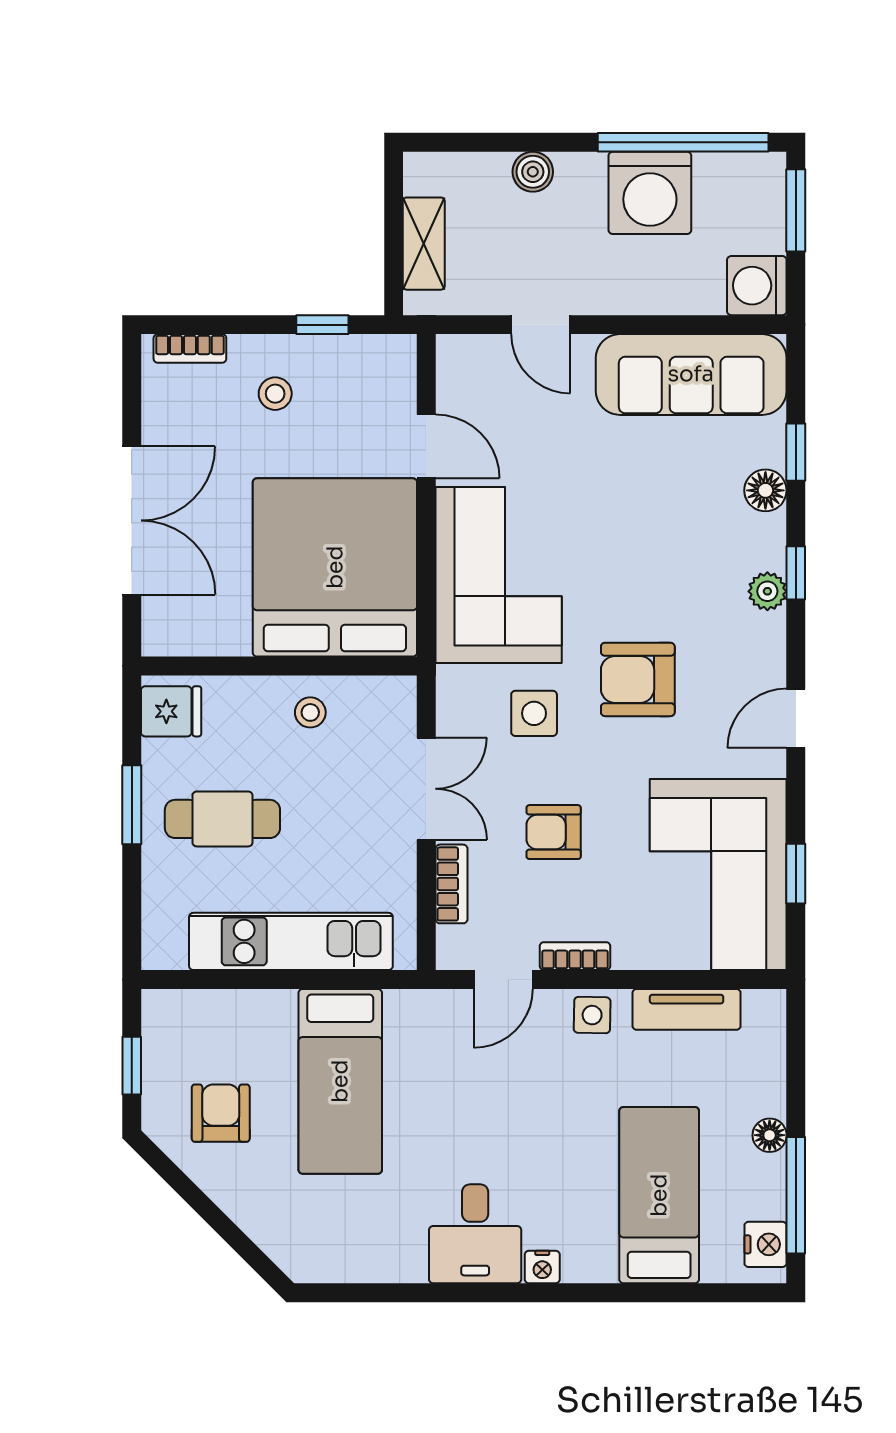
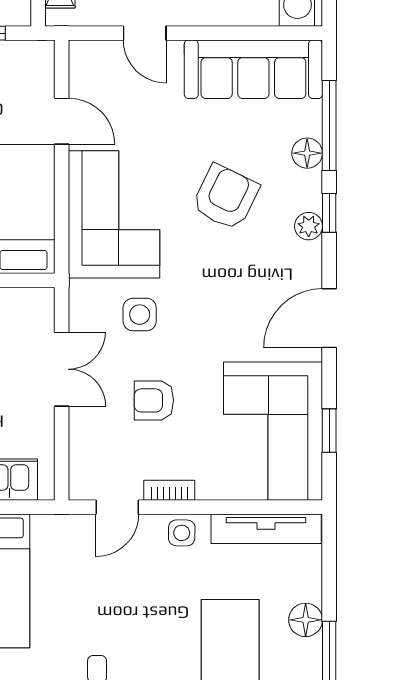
window: (796, 452) -> (329, 125), width x2.17
armchair: (638, 679) -> (226, 197), moved, turned 116
door: (796, 718) -> (329, 318), width x1.38
bookcase: (452, 884) -> (80, 438), removed
tv unit: (687, 1009) -> (266, 529), width x1.41
floor lamp: (770, 1135) -> (306, 620), width x1.37, depth x1.37

